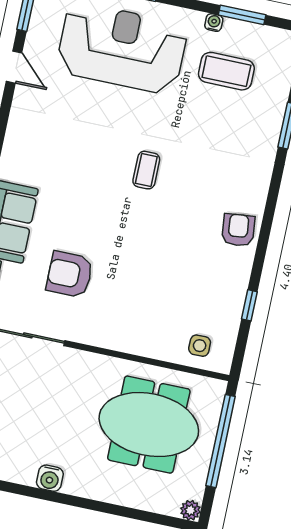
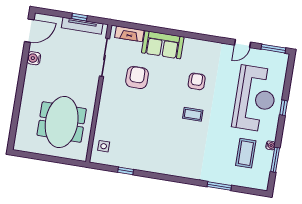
armchair: (238, 230) -> (197, 81), moved, turned -84
window: (221, 441) -> (55, 159), removed
water cooler: (50, 478) -> (34, 58), moved
plant: (190, 510) -> (18, 146), removed

